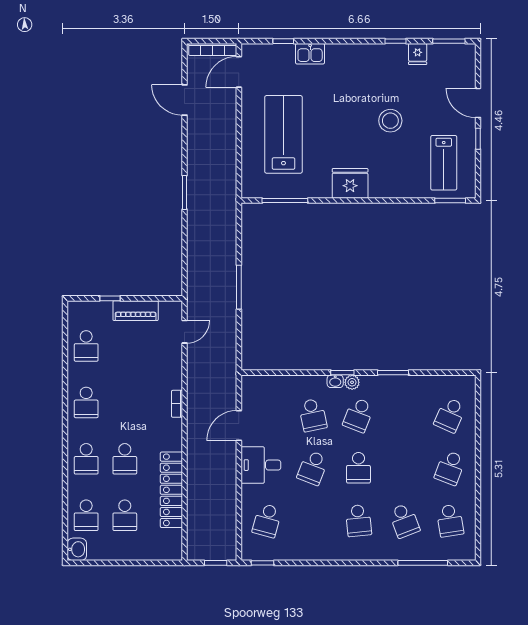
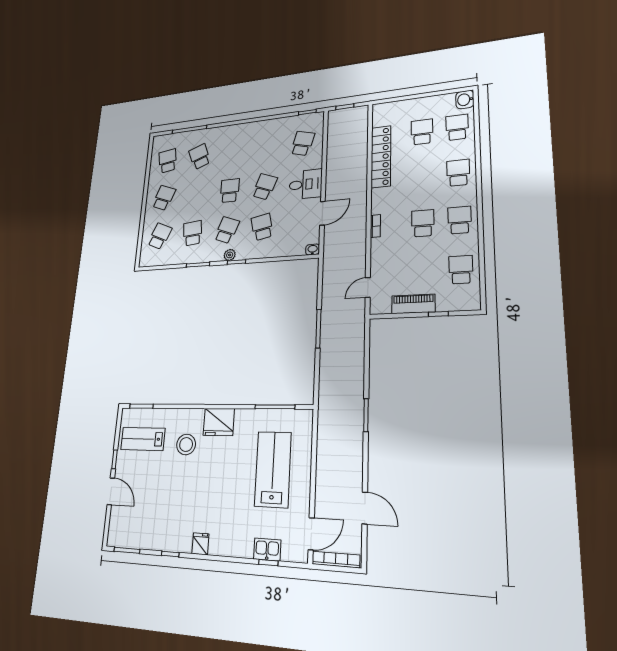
kitchen sink: (310, 54) -> (267, 549), moved
fridge: (418, 54) -> (200, 544), moved
stool: (390, 121) -> (186, 444), moved
lab bench: (283, 134) -> (273, 469), turned 180
lab bench: (444, 163) -> (143, 439), turned -90
washbasin: (335, 381) -> (313, 249), moved
school desk: (125, 459) -> (423, 223), moved
school desk: (358, 521) -> (193, 233), moved

